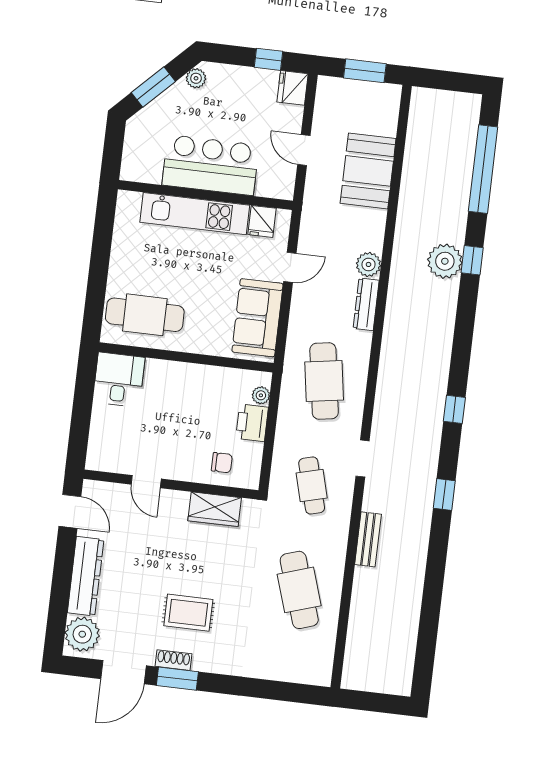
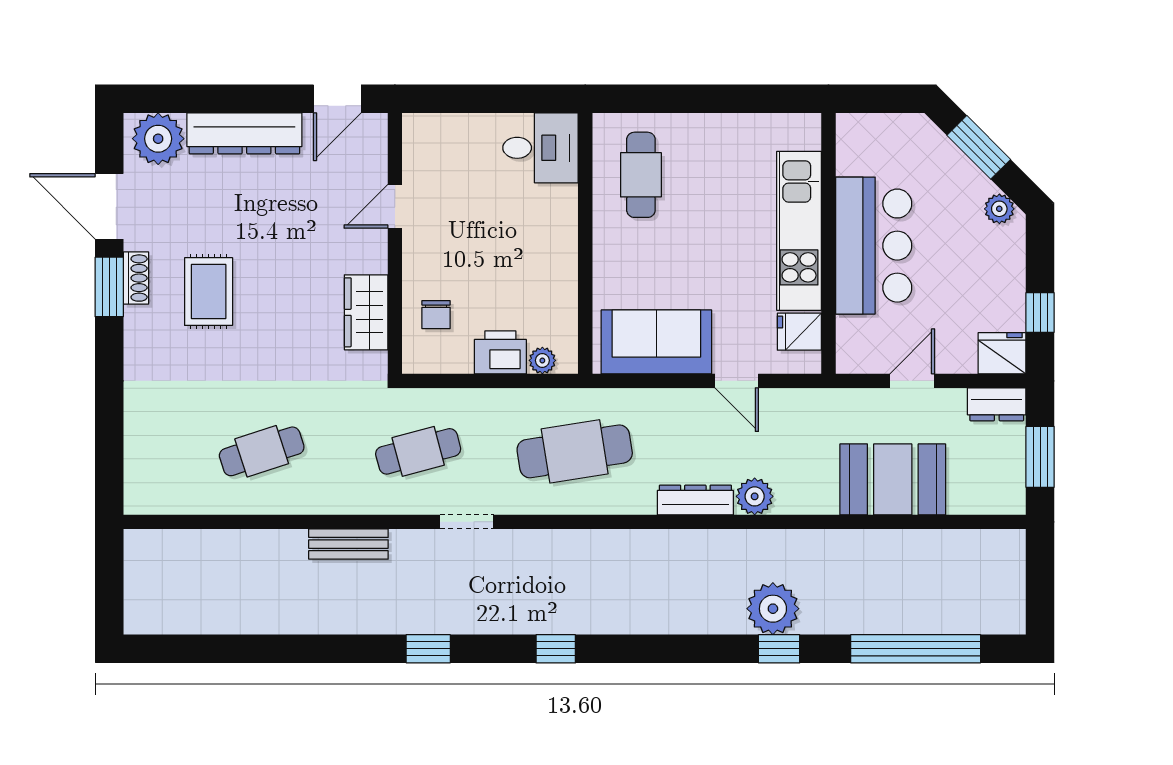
dresser: (326, 96) -> (997, 404), added
cafe table: (145, 315) -> (641, 175), width x0.73, depth x0.74
cafe table: (299, 590) -> (262, 451), width x0.73, depth x0.74

